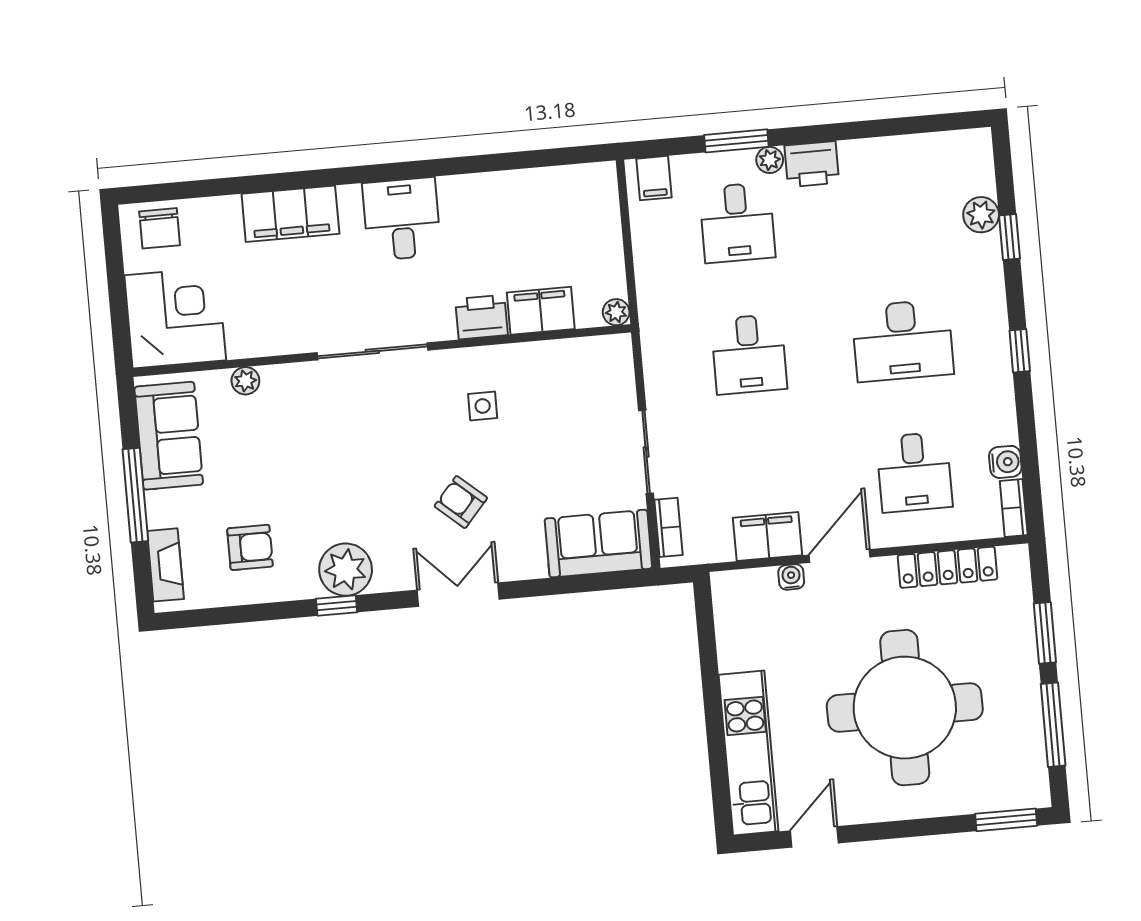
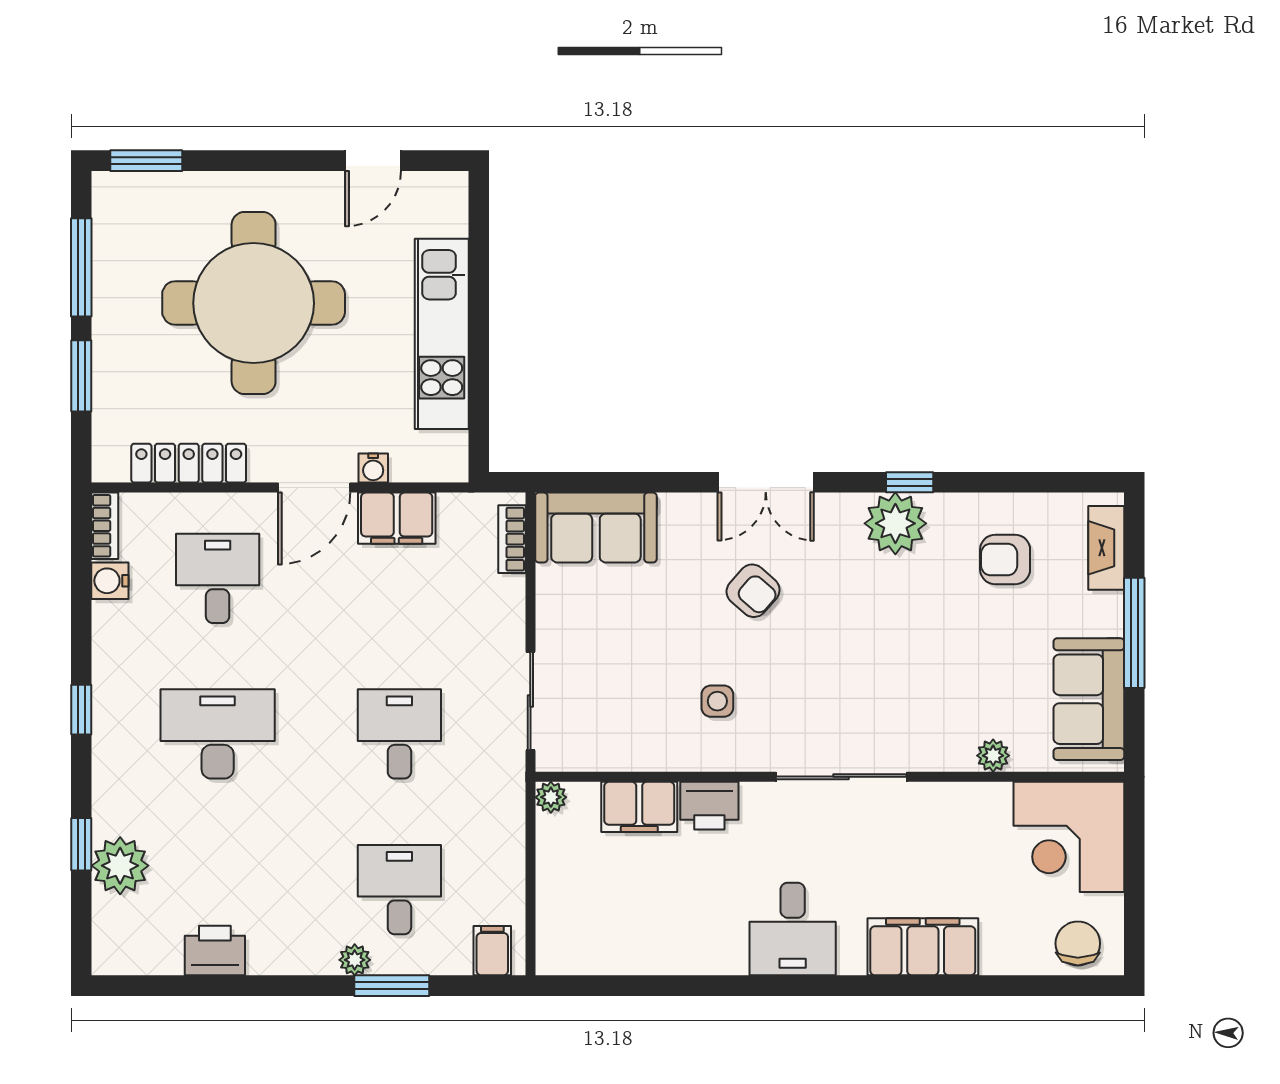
printer: (812, 164) -> (215, 951), moved
plant: (981, 215) -> (120, 866), width x1.36, depth x1.36
sliding door: (646, 452) -> (530, 701), moved
kitchen unit: (749, 753) -> (442, 334), moved

